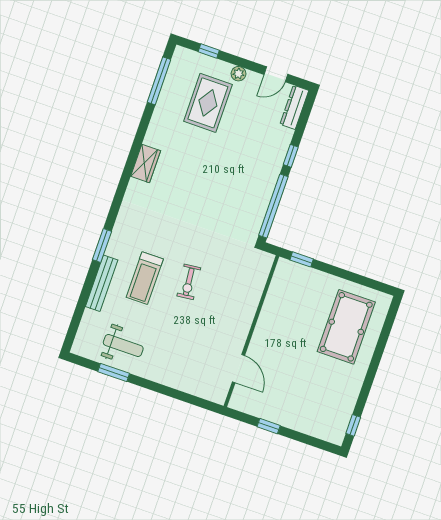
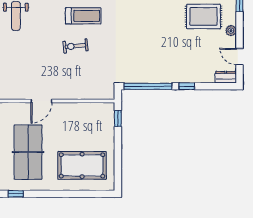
dresser: (294, 107) -> (226, 77), width x0.70
treadmill: (145, 278) -> (83, 16), moved, turned 180
door: (238, 369) -> (41, 101), moved
table tennis table: (305, 391) -> (28, 152), added

